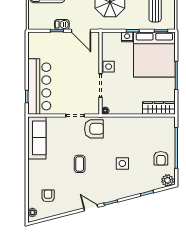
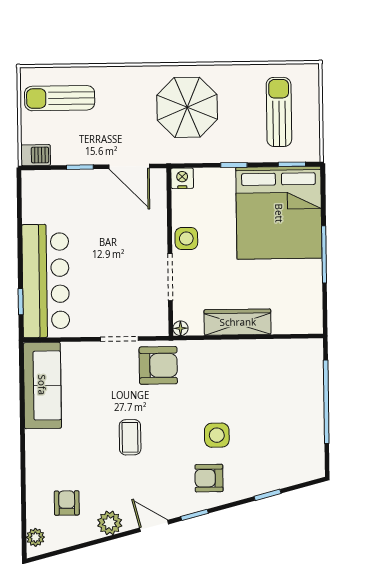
barbecue: (62, 25) -> (36, 155), moved
nightstand: (127, 37) -> (182, 178), moved
wardrobe: (159, 108) -> (238, 322), moved
armchair: (161, 158) -> (209, 478), moved, turned 90
plant: (168, 180) -> (110, 523), moved

